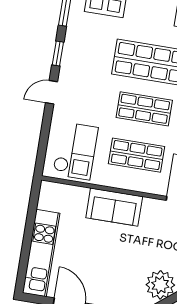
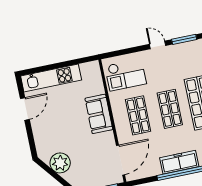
window: (58, 53) -> (184, 39), width x1.50

